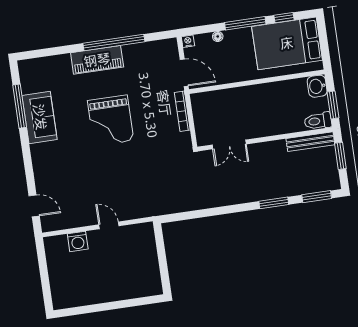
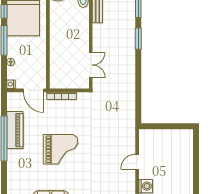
piano: (97, 60) -> (15, 130), moved
door: (184, 73) -> (34, 90), swing flipped

